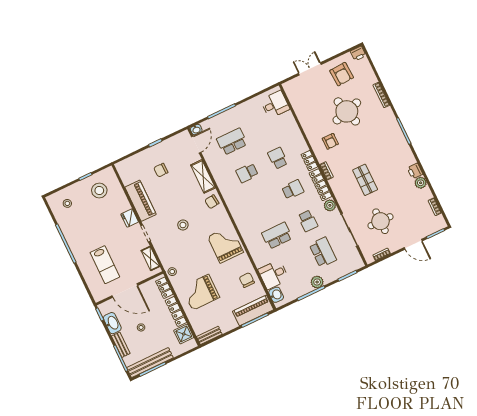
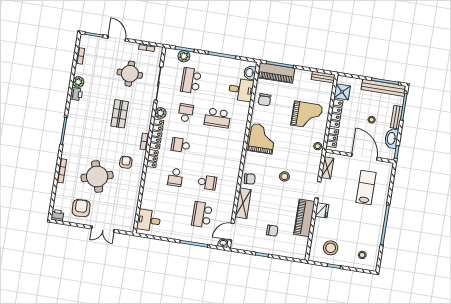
school desk: (232, 142) -> (202, 215), turned 90
grand piano: (225, 244) -> (262, 139), turned 180
plant: (317, 282) -> (184, 56), moved

